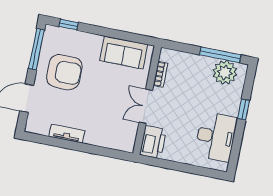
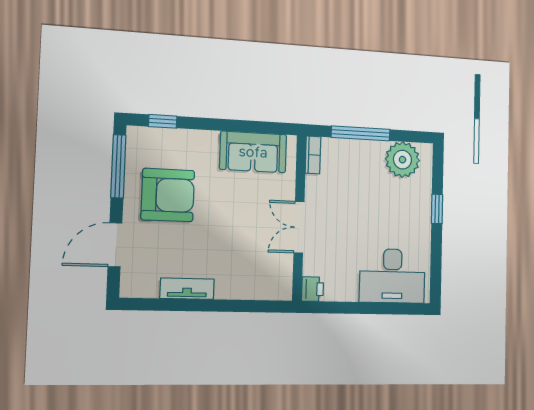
window: (220, 55) -> (361, 133), moved
bookcase: (161, 74) -> (313, 155), moved
desk: (216, 137) -> (392, 276), moved, turned 90
printer: (153, 142) -> (313, 289), width x0.53, depth x0.68

